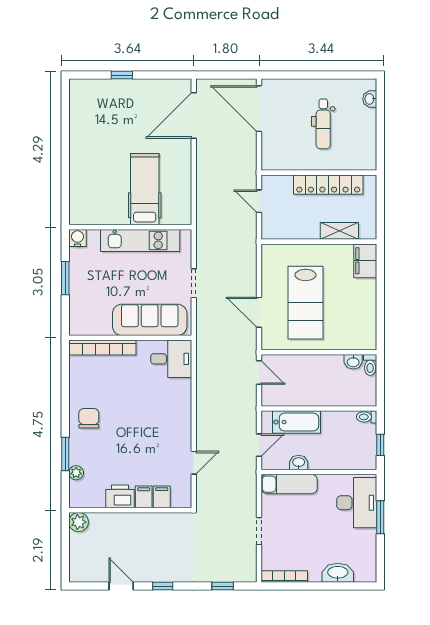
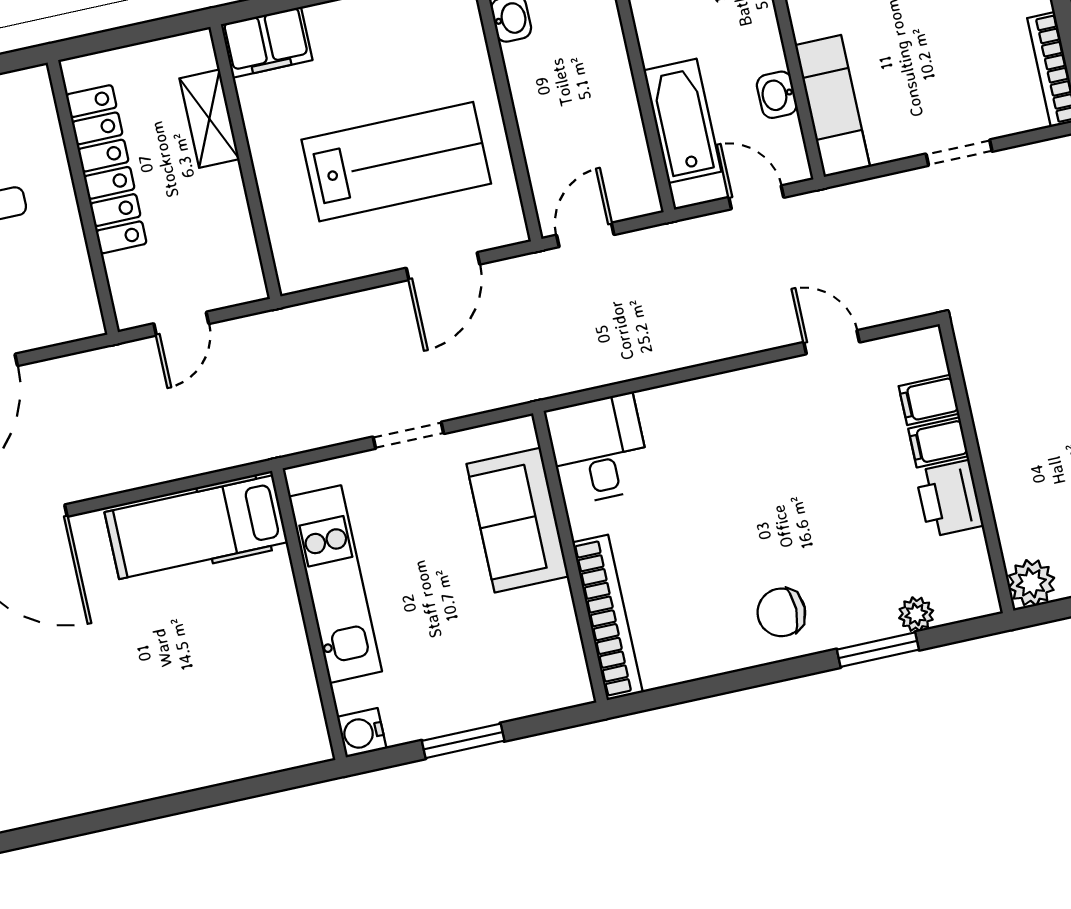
hospital bed: (145, 189) -> (196, 527), moved
sofa: (150, 320) -> (518, 520), width x0.73

